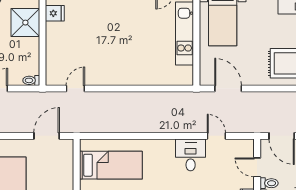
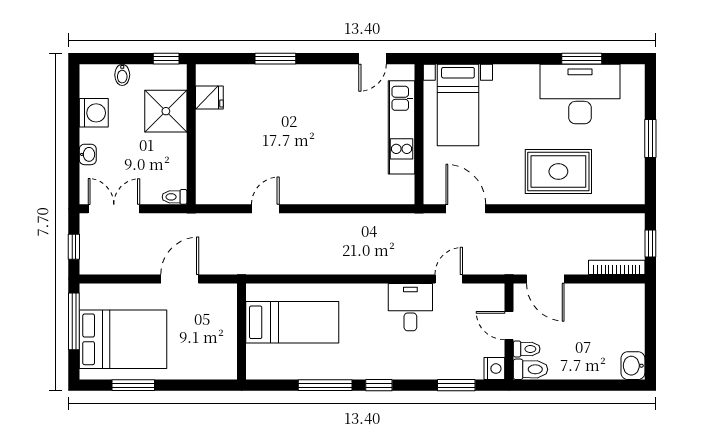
door: (75, 88) -> (265, 209), moved
door: (47, 136) -> (180, 279), moved
door: (216, 136) -> (449, 279), hinge flipped

